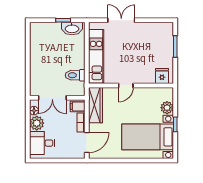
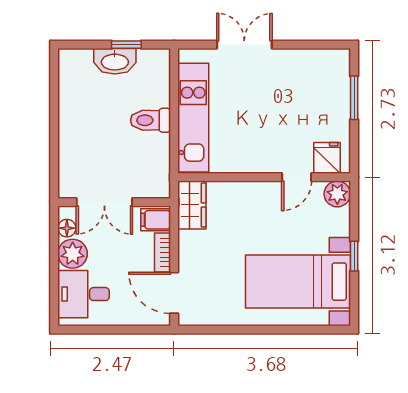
washbasin: (72, 28) -> (115, 61), moved
toilet: (75, 75) -> (150, 120), moved
door: (126, 85) -> (297, 177), moved
wardrobe: (95, 105) -> (192, 205), width x0.67
plant: (167, 108) -> (337, 194), moved
door: (87, 142) -> (174, 293), swing flipped

